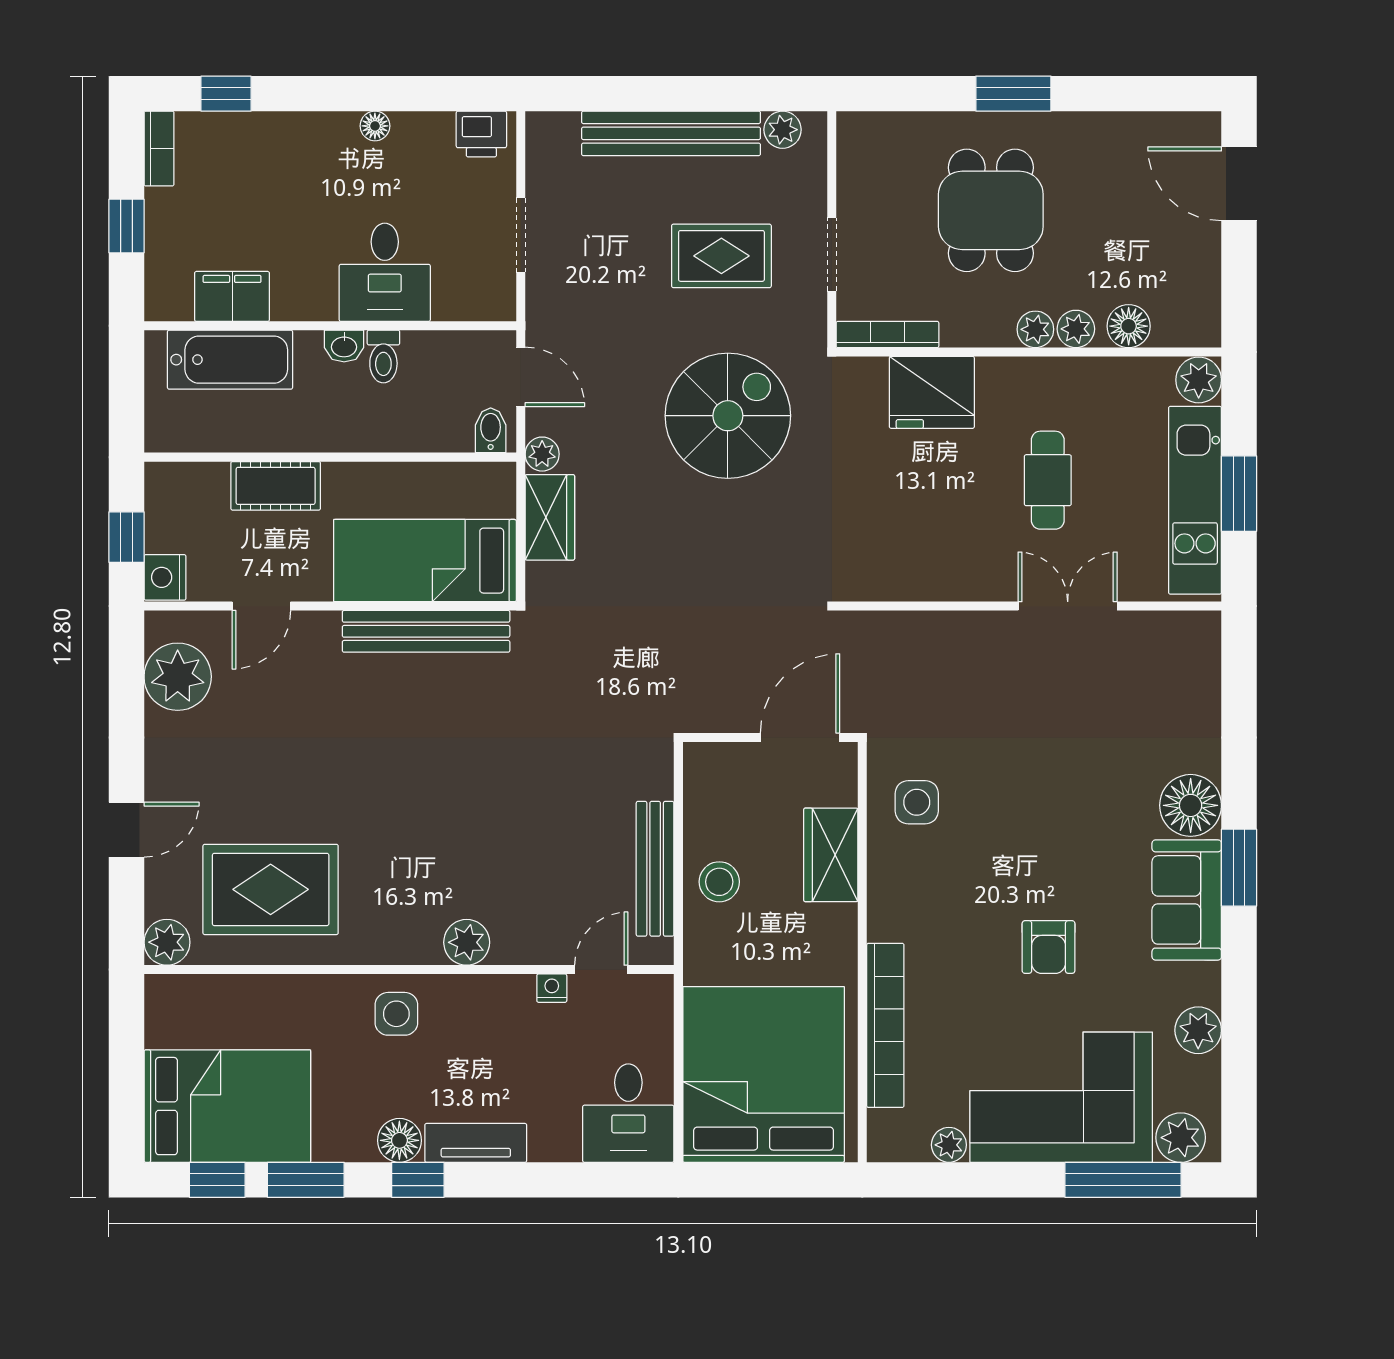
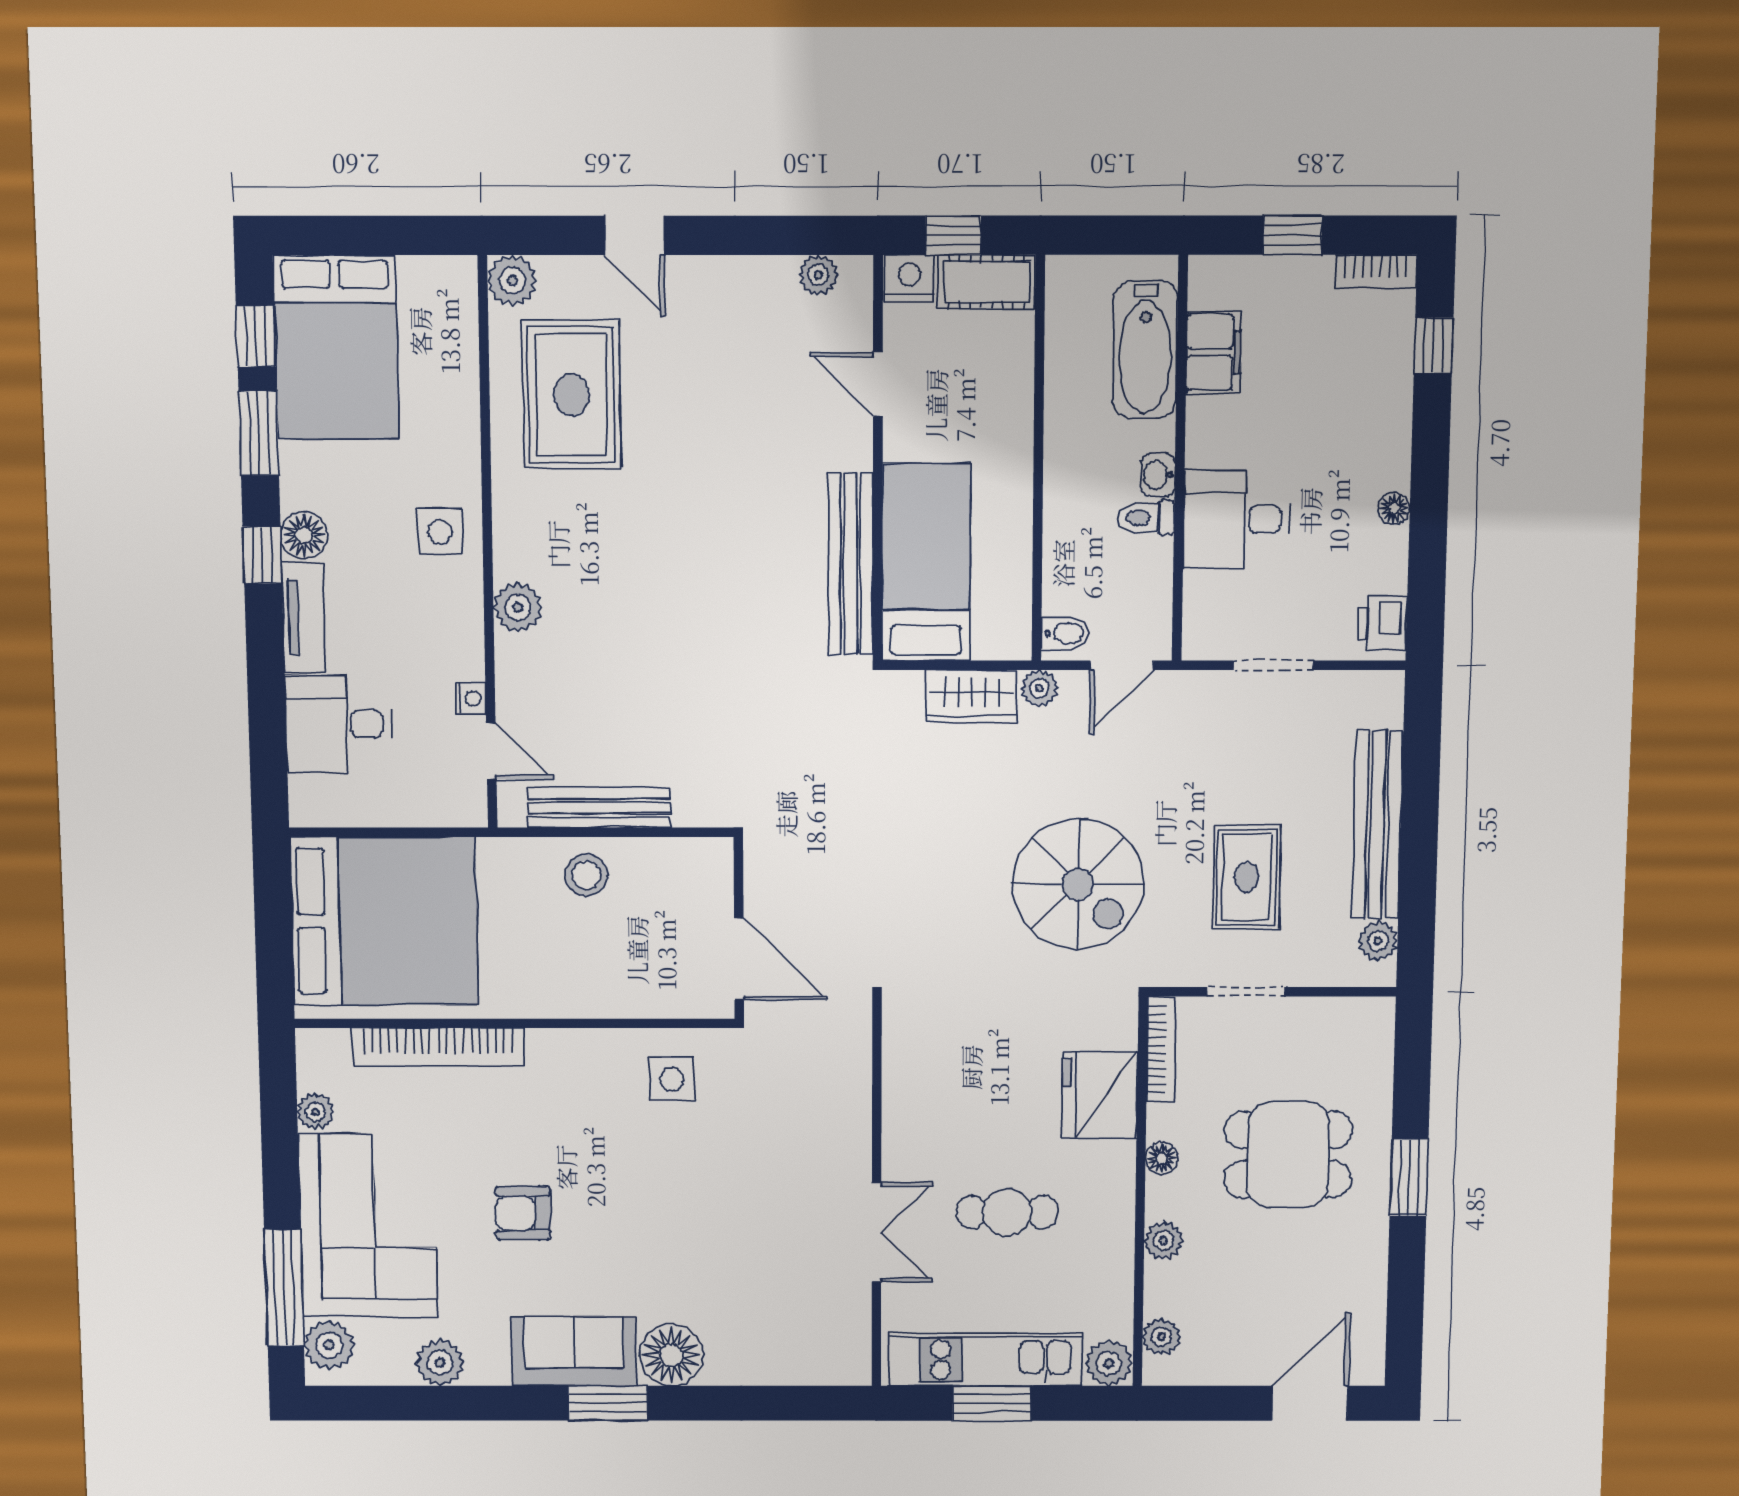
floor lamp: (1129, 326) -> (1162, 1158), moved, width x0.73, depth x0.73
plant: (1035, 329) -> (1161, 1337), moved
cot: (276, 486) -> (987, 282), moved, turned 90
plant: (178, 677) -> (818, 275), width x0.53, depth x0.53
wardrobe: (831, 855) -> (616, 991), removed
desk: (628, 1113) -> (338, 724), moved

